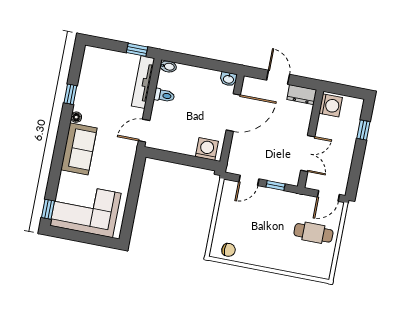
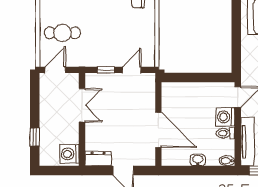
washbasin: (229, 79) -> (198, 160), moved
door: (233, 112) -> (158, 130), swing flipped
washing machine: (207, 149) -> (225, 117), moved, turned 90
double door: (308, 153) -> (82, 105), swing flipped

